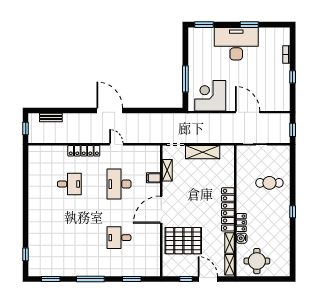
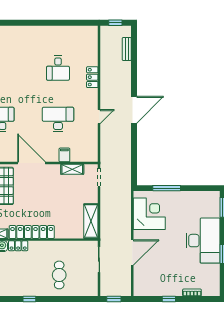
locker: (84, 151) -> (92, 77), width x0.66
shelving: (203, 152) -> (91, 221), moved

